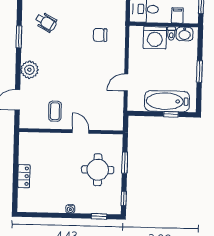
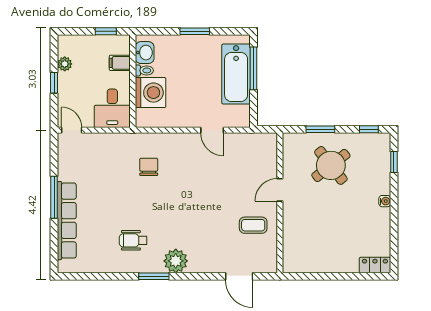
wheelchair: (46, 22) -> (133, 240), turned -119
chair: (100, 35) -> (149, 167), turned 180
plant: (29, 70) -> (176, 261), moved
window: (171, 114) -> (254, 68), width x2.17
round table: (98, 170) -> (331, 165), turned -38
locker: (24, 176) -> (375, 265), moved

